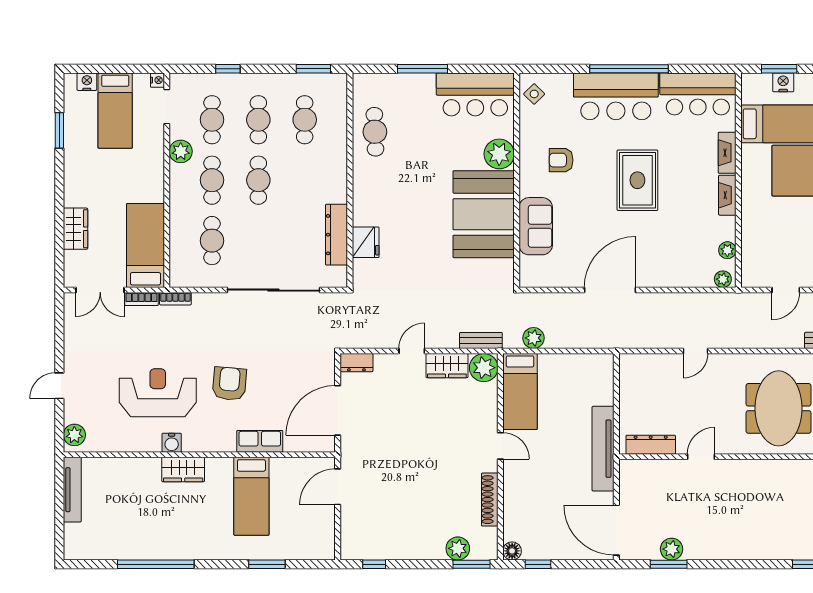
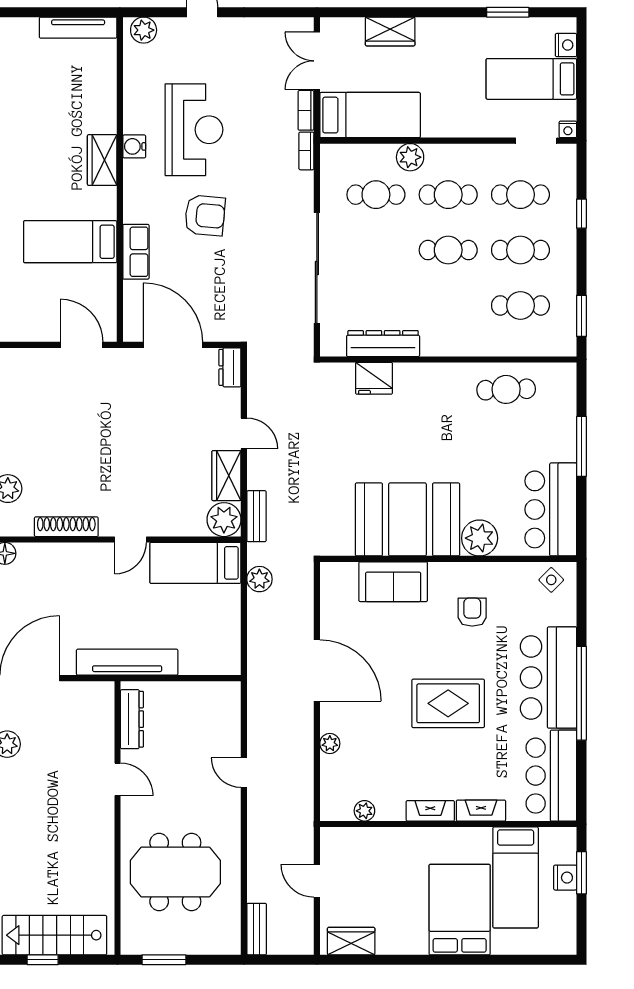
plant: (181, 151) -> (410, 157), moved
plant: (723, 279) -> (330, 743), moved

